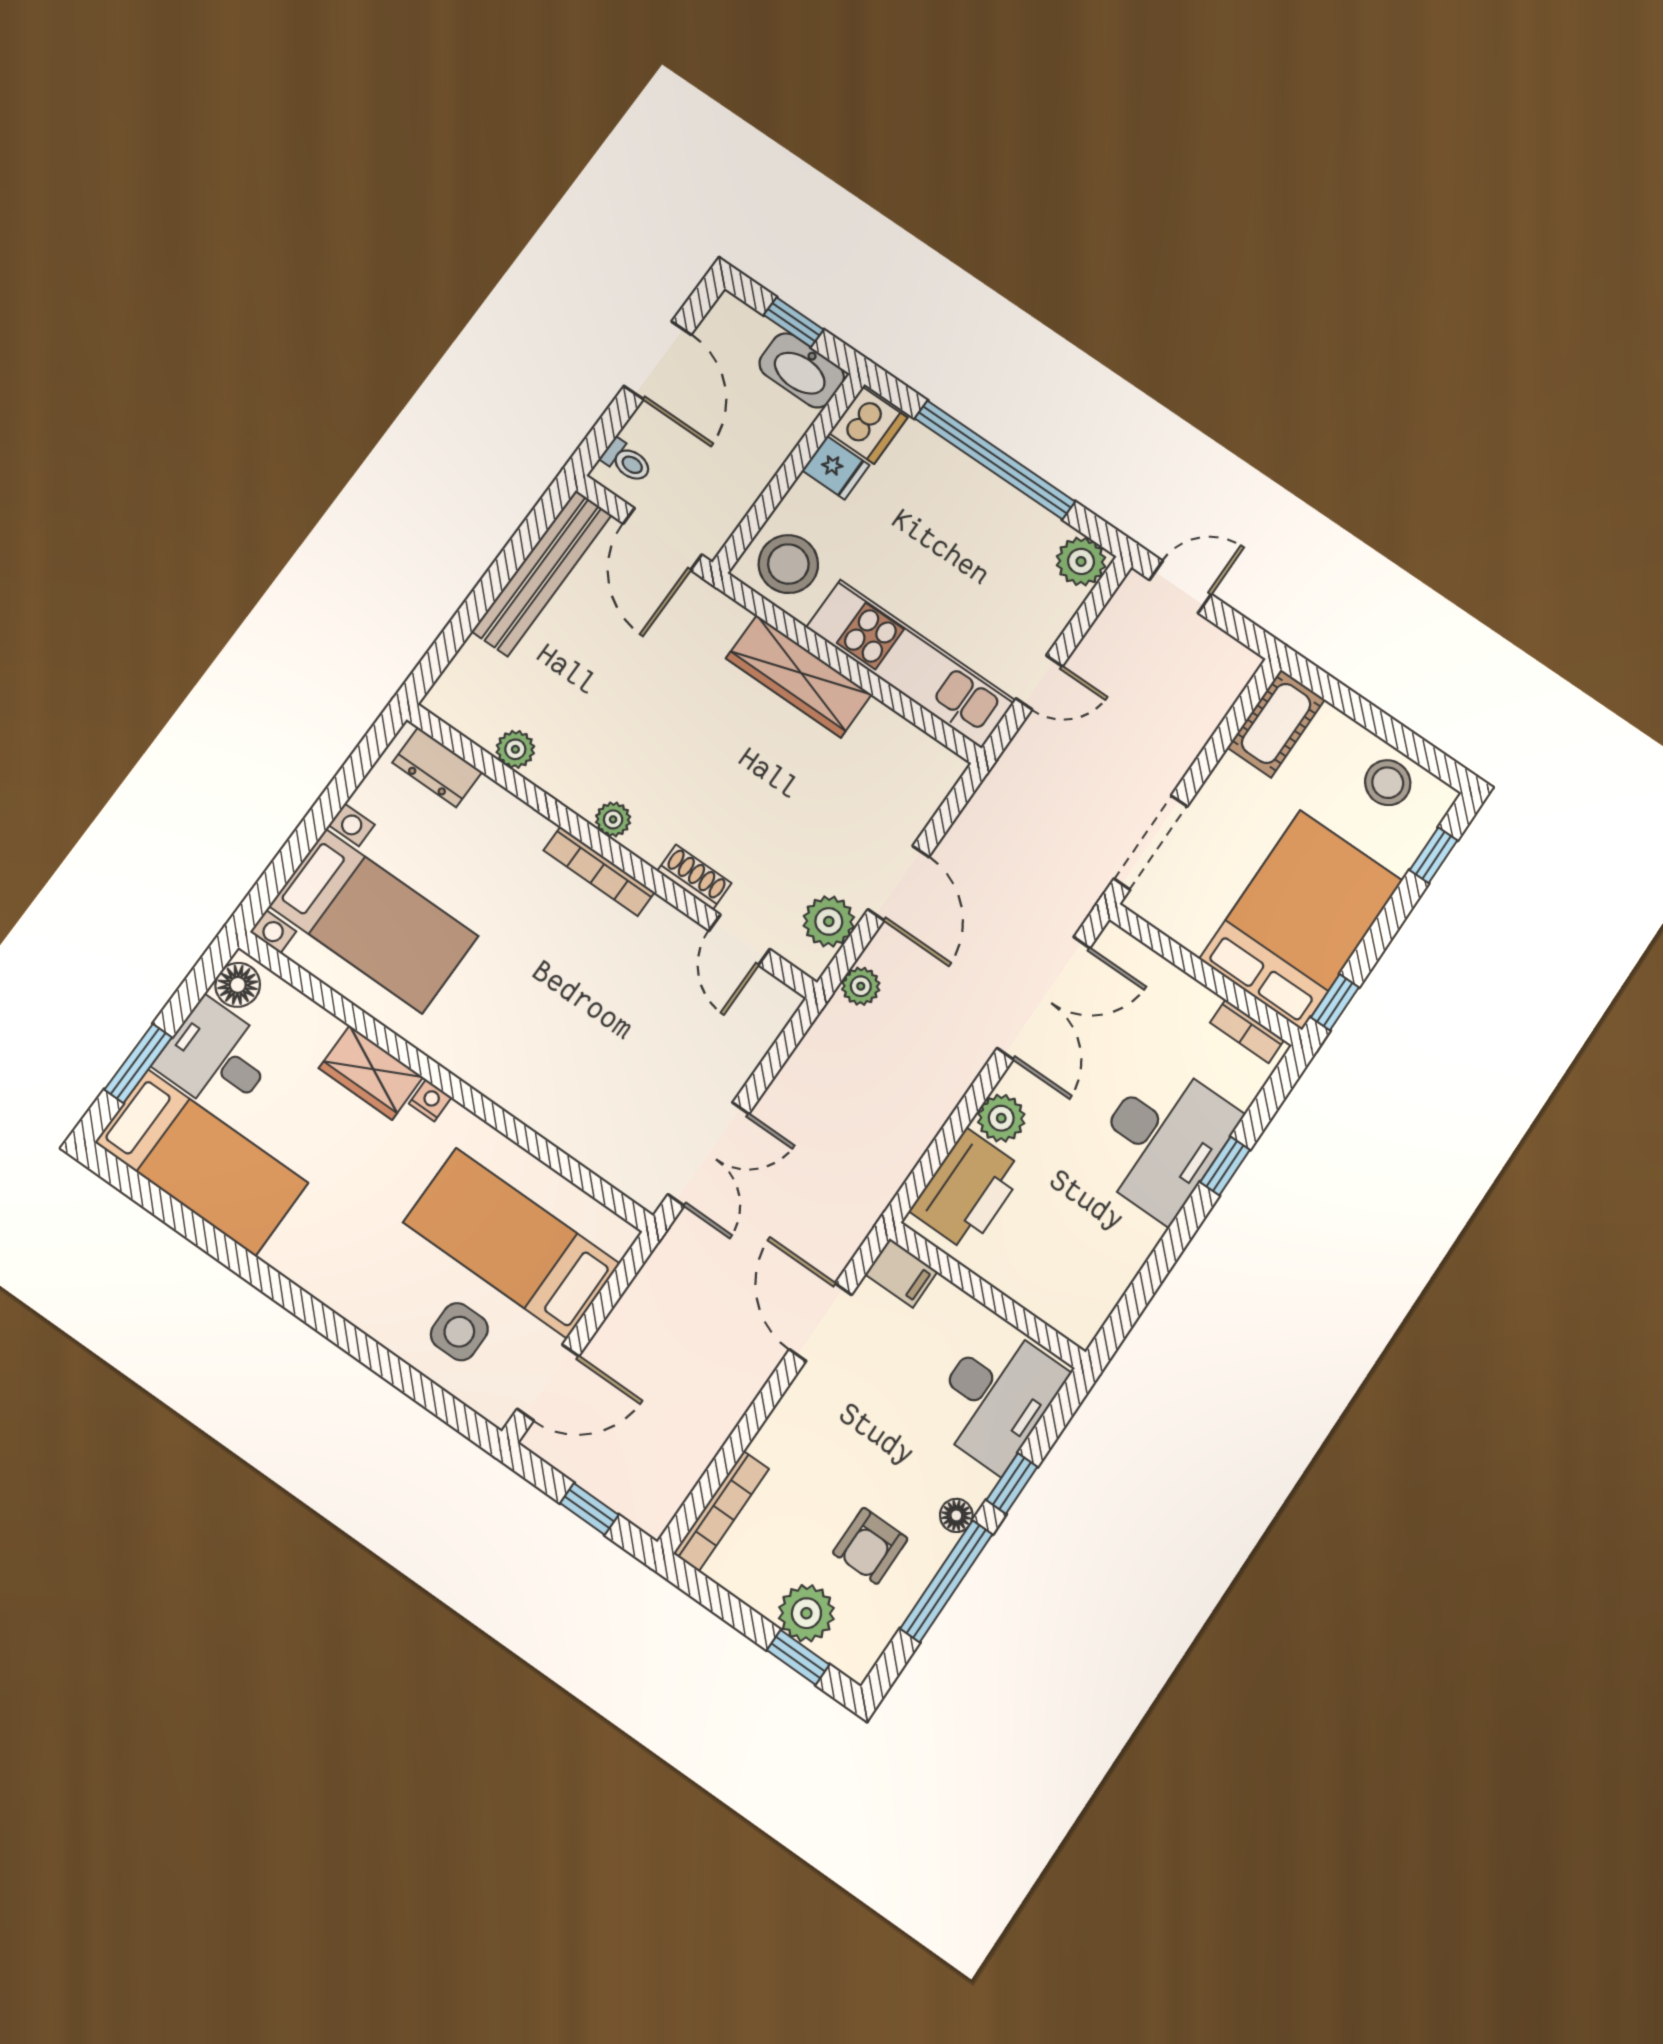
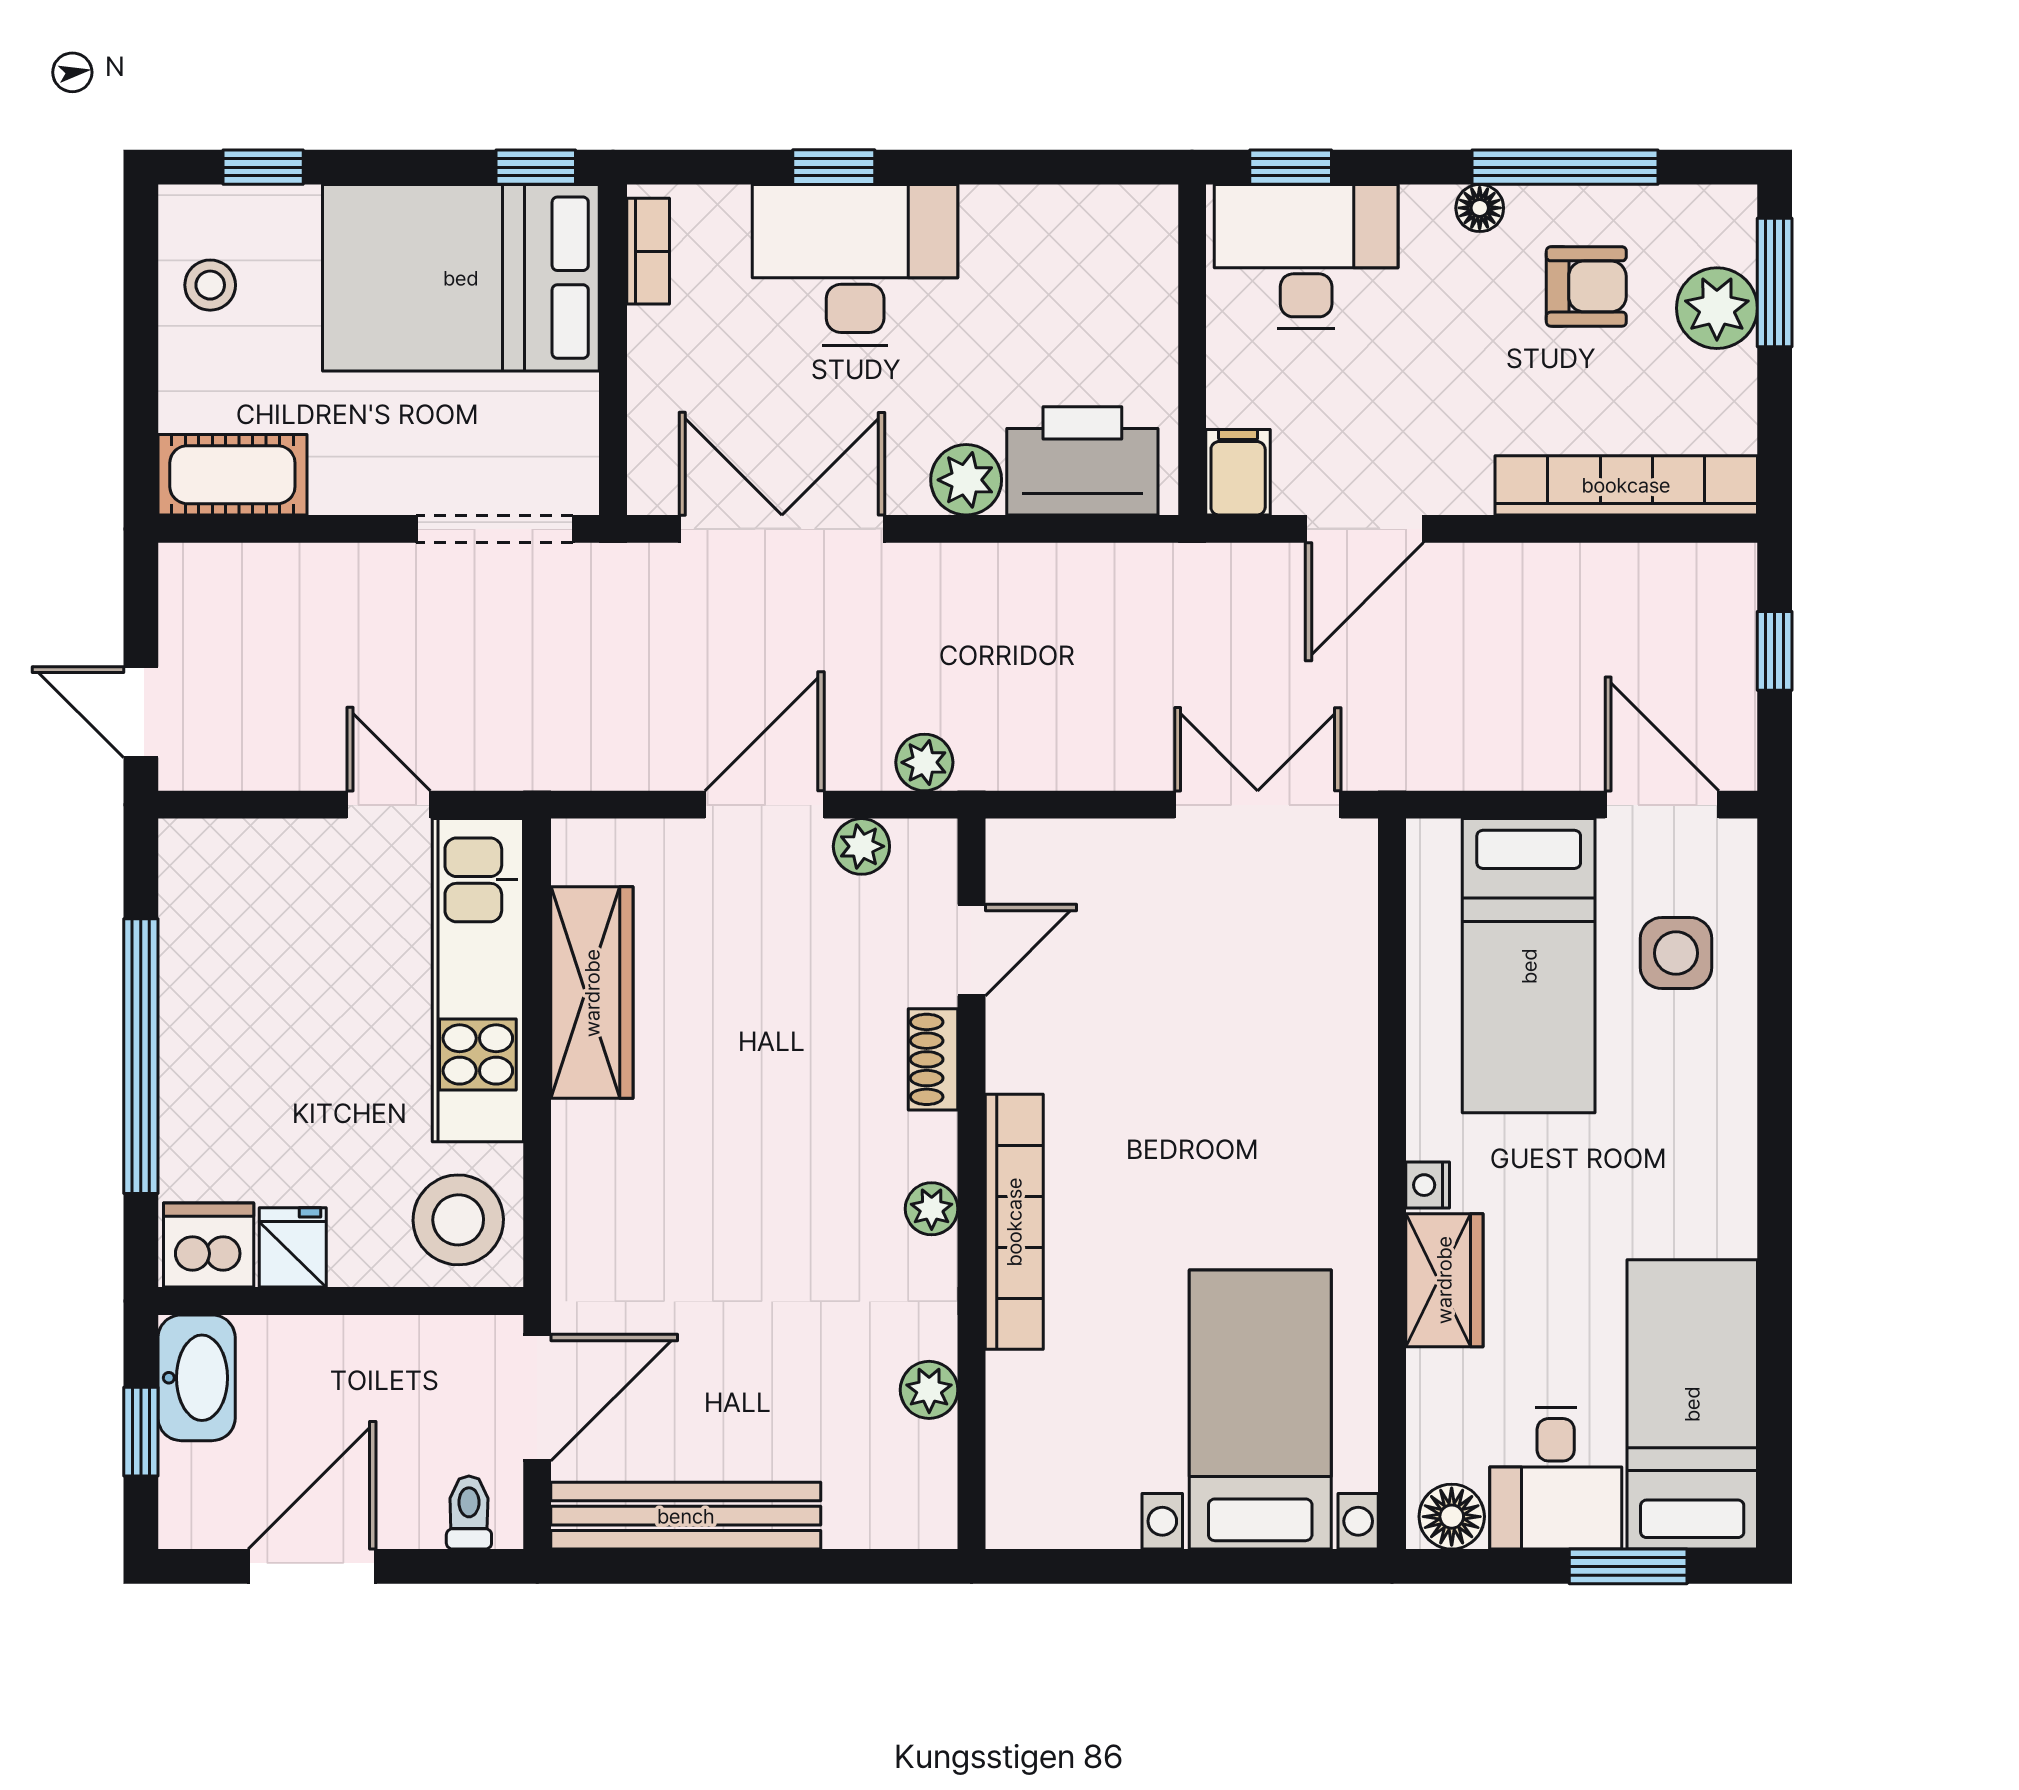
plant: (1081, 561) -> (196, 858), removed
wardrobe: (799, 676) -> (592, 993), moved
dresser: (437, 767) -> (1018, 1469), removed
stool: (1388, 783) -> (210, 285), width x0.73, depth x0.73
bookcase: (599, 871) -> (1014, 1222), width x1.48, depth x1.31
plant: (829, 921) -> (861, 846), width x0.73, depth x0.73
window: (1012, 1483) -> (1291, 167), moved
bookcase: (721, 1511) -> (1626, 485), width x1.48, depth x1.31
window: (798, 1657) -> (1775, 283), width x1.50

